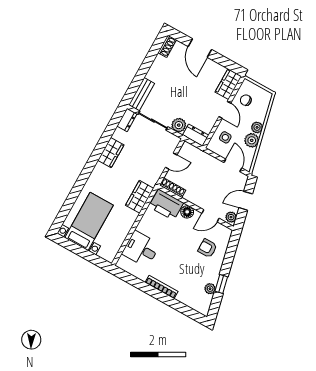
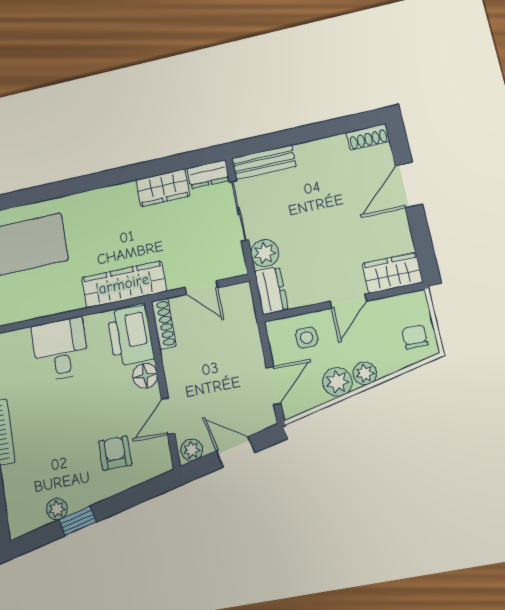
chair: (246, 100) -> (415, 337), moved
wardrobe: (111, 153) -> (163, 188), moved
wardrobe: (140, 197) -> (124, 284), width x1.50
door: (210, 216) -> (168, 416), hinge flipped
desk: (141, 249) -> (60, 349), moved

